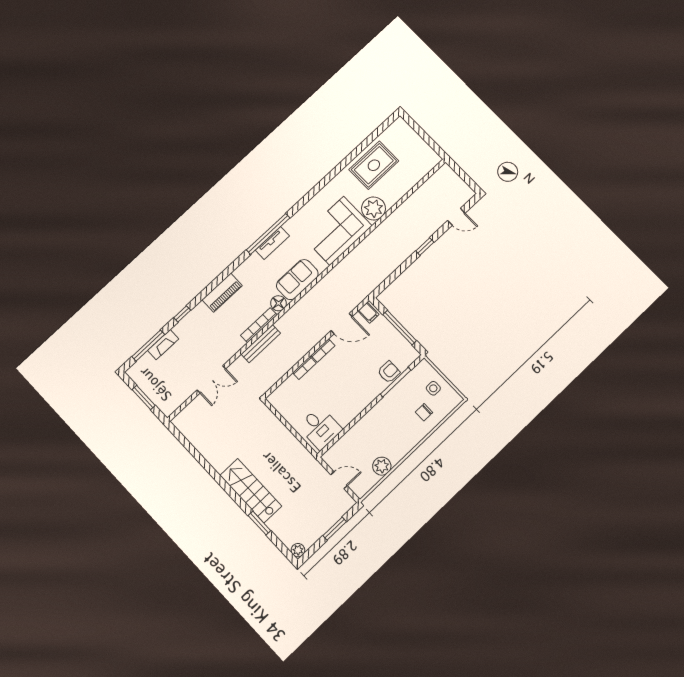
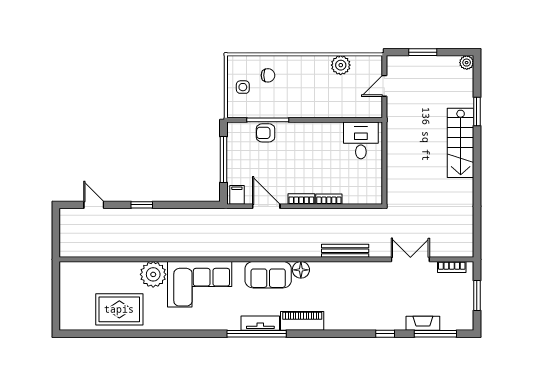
piano: (222, 293) -> (302, 321), moved
bookcase: (259, 325) -> (452, 267), moved, width x0.64
door: (339, 480) -> (384, 86), hinge flipped

